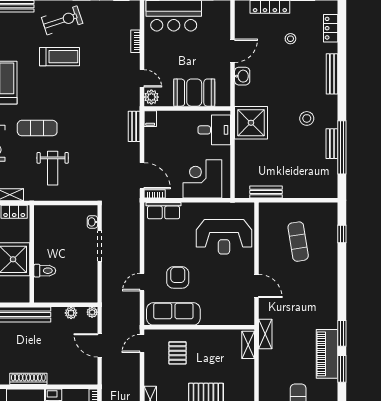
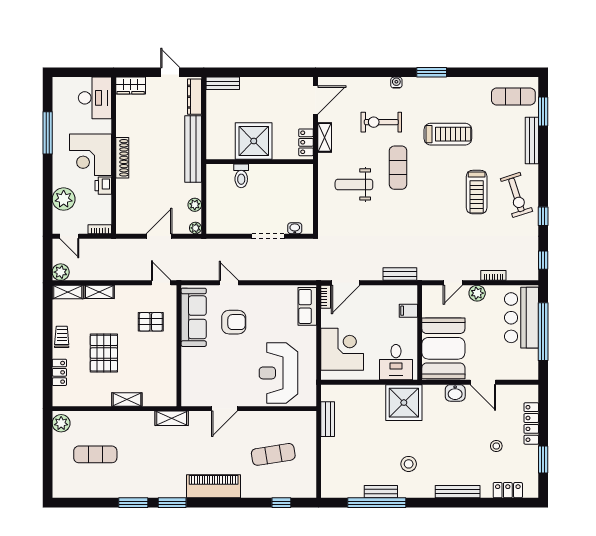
booth: (194, 93) -> (443, 348), width x1.36, depth x1.42
plant: (151, 97) -> (477, 293), moved
filing cabinet: (150, 119) -> (408, 311), moved
shelving: (248, 345) -> (127, 400), moved
piano: (327, 354) -> (214, 486), moved

